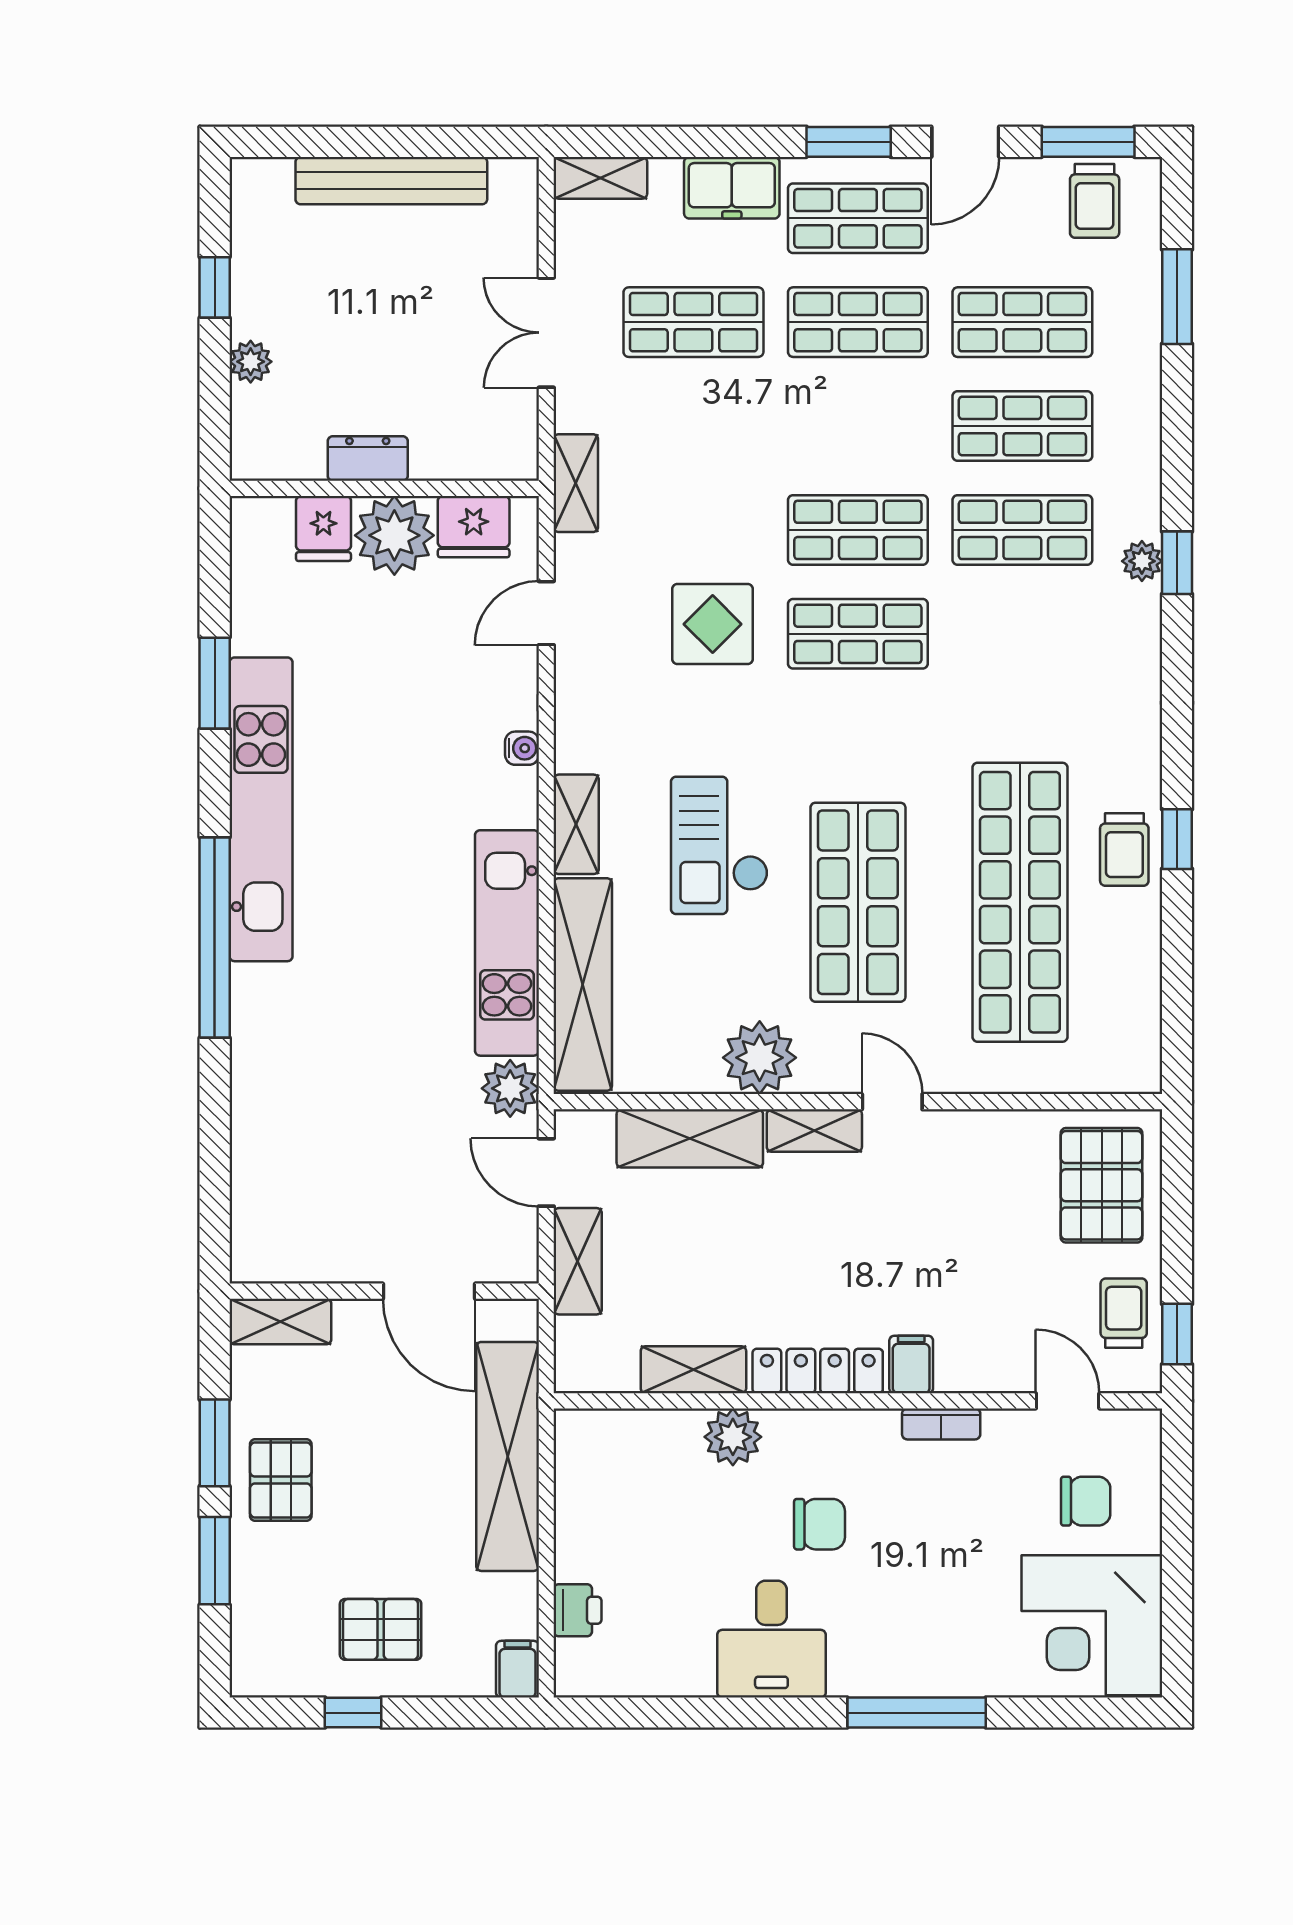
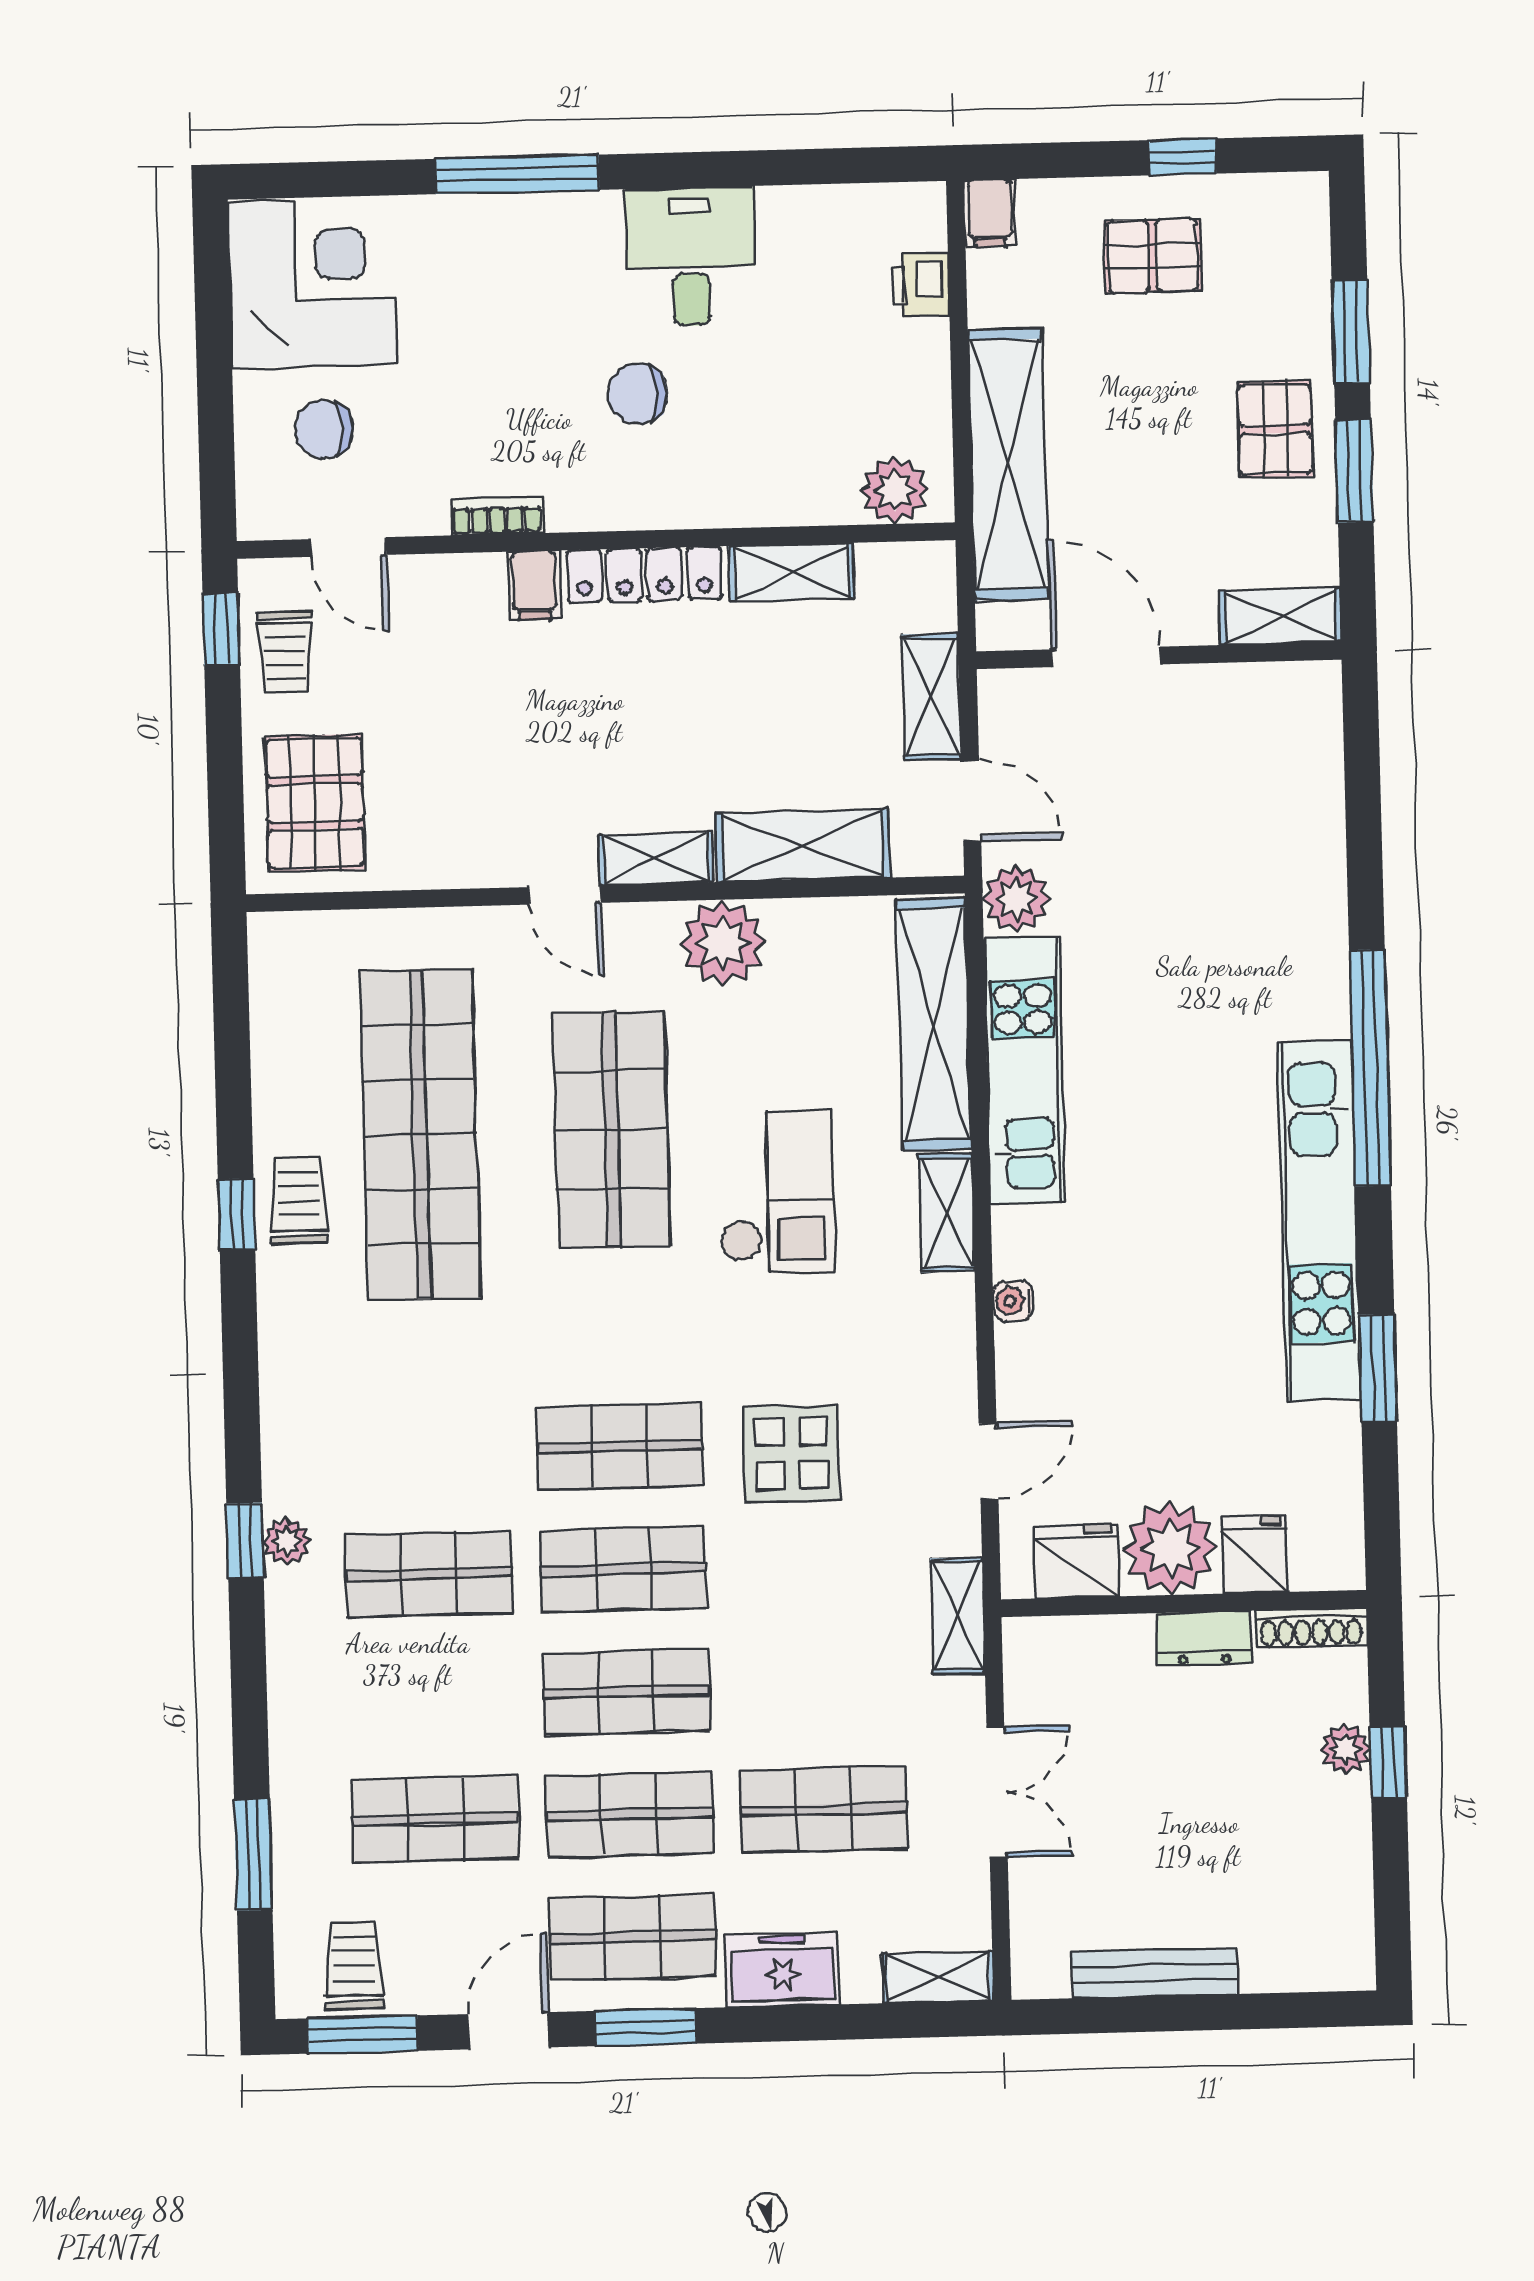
bench: (391, 181) -> (1155, 1973), width x0.73, depth x0.82
window: (215, 287) -> (1388, 1762), moved
shop shelf: (1022, 426) -> (626, 1692), moved
shoe rack: (277, 465) -> (1311, 1628), added
plant: (733, 1437) -> (895, 490), moved

